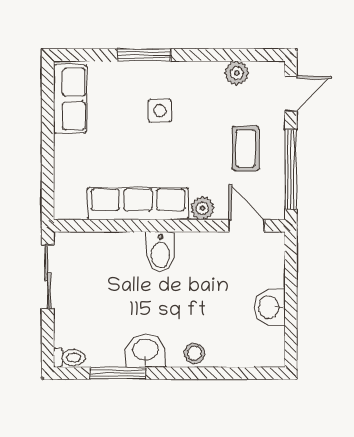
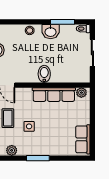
window: (144, 55) -> (38, 158), moved
side table: (160, 111) -> (29, 126), moved
plant: (202, 208) -> (81, 93), moved
sliding door: (48, 277) -> (92, 53), moved

